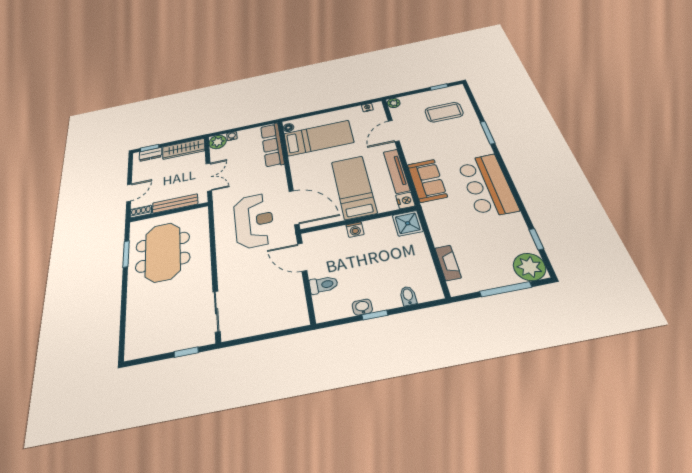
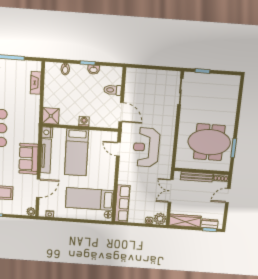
sofa: (427, 181) -> (29, 159), moved
door: (294, 207) -> (118, 149), width x0.53
meeting table: (163, 252) -> (209, 142), turned 90

